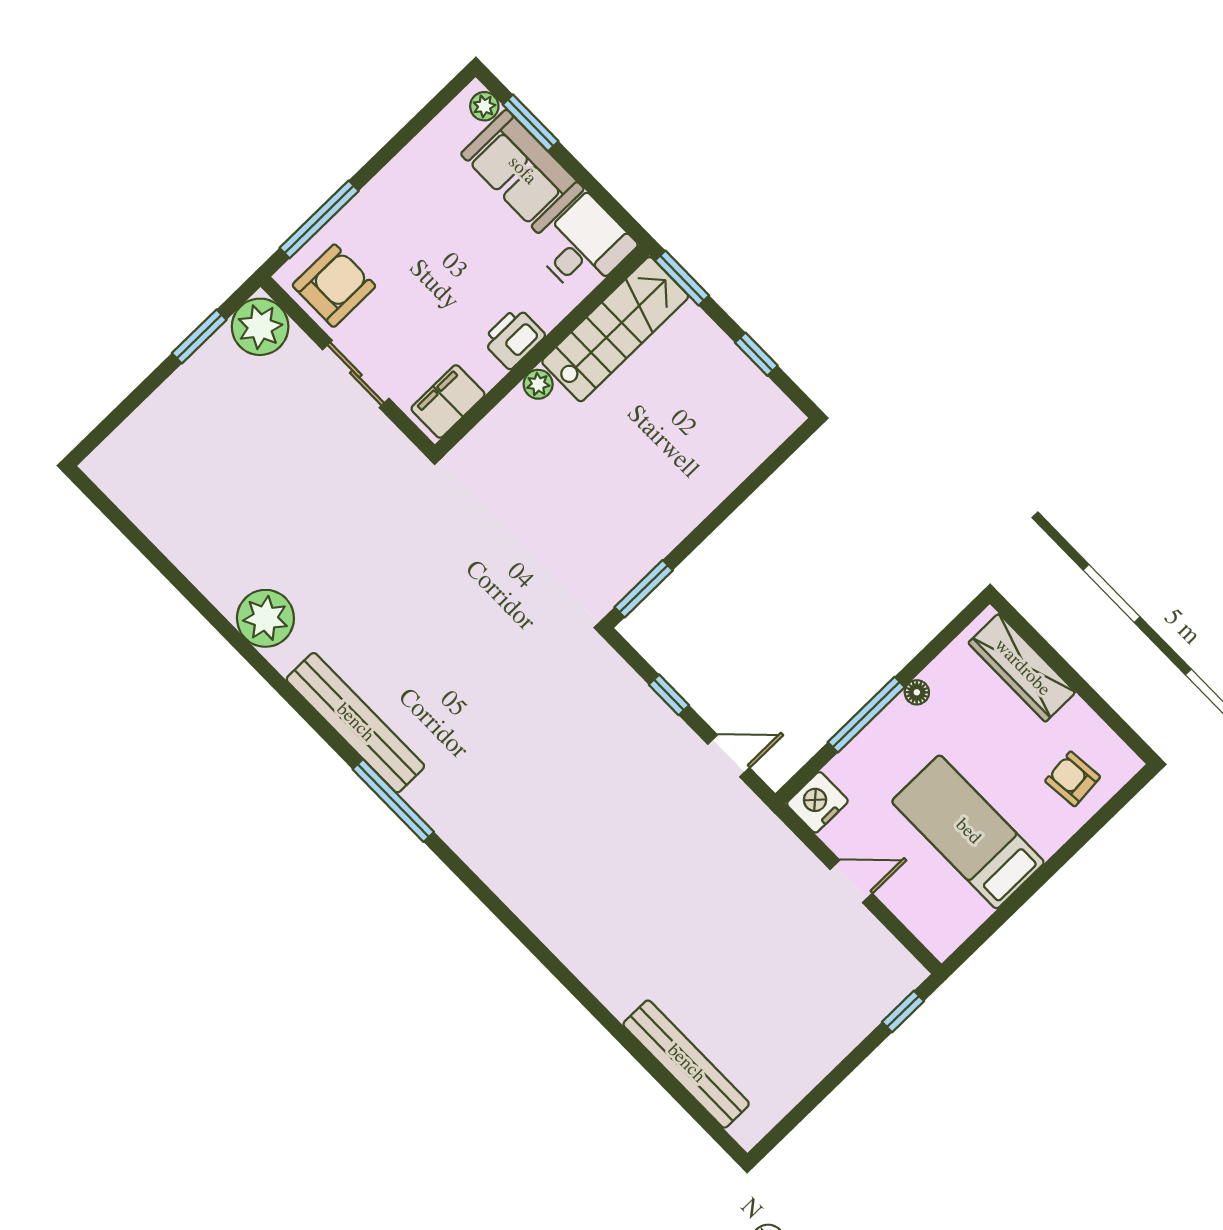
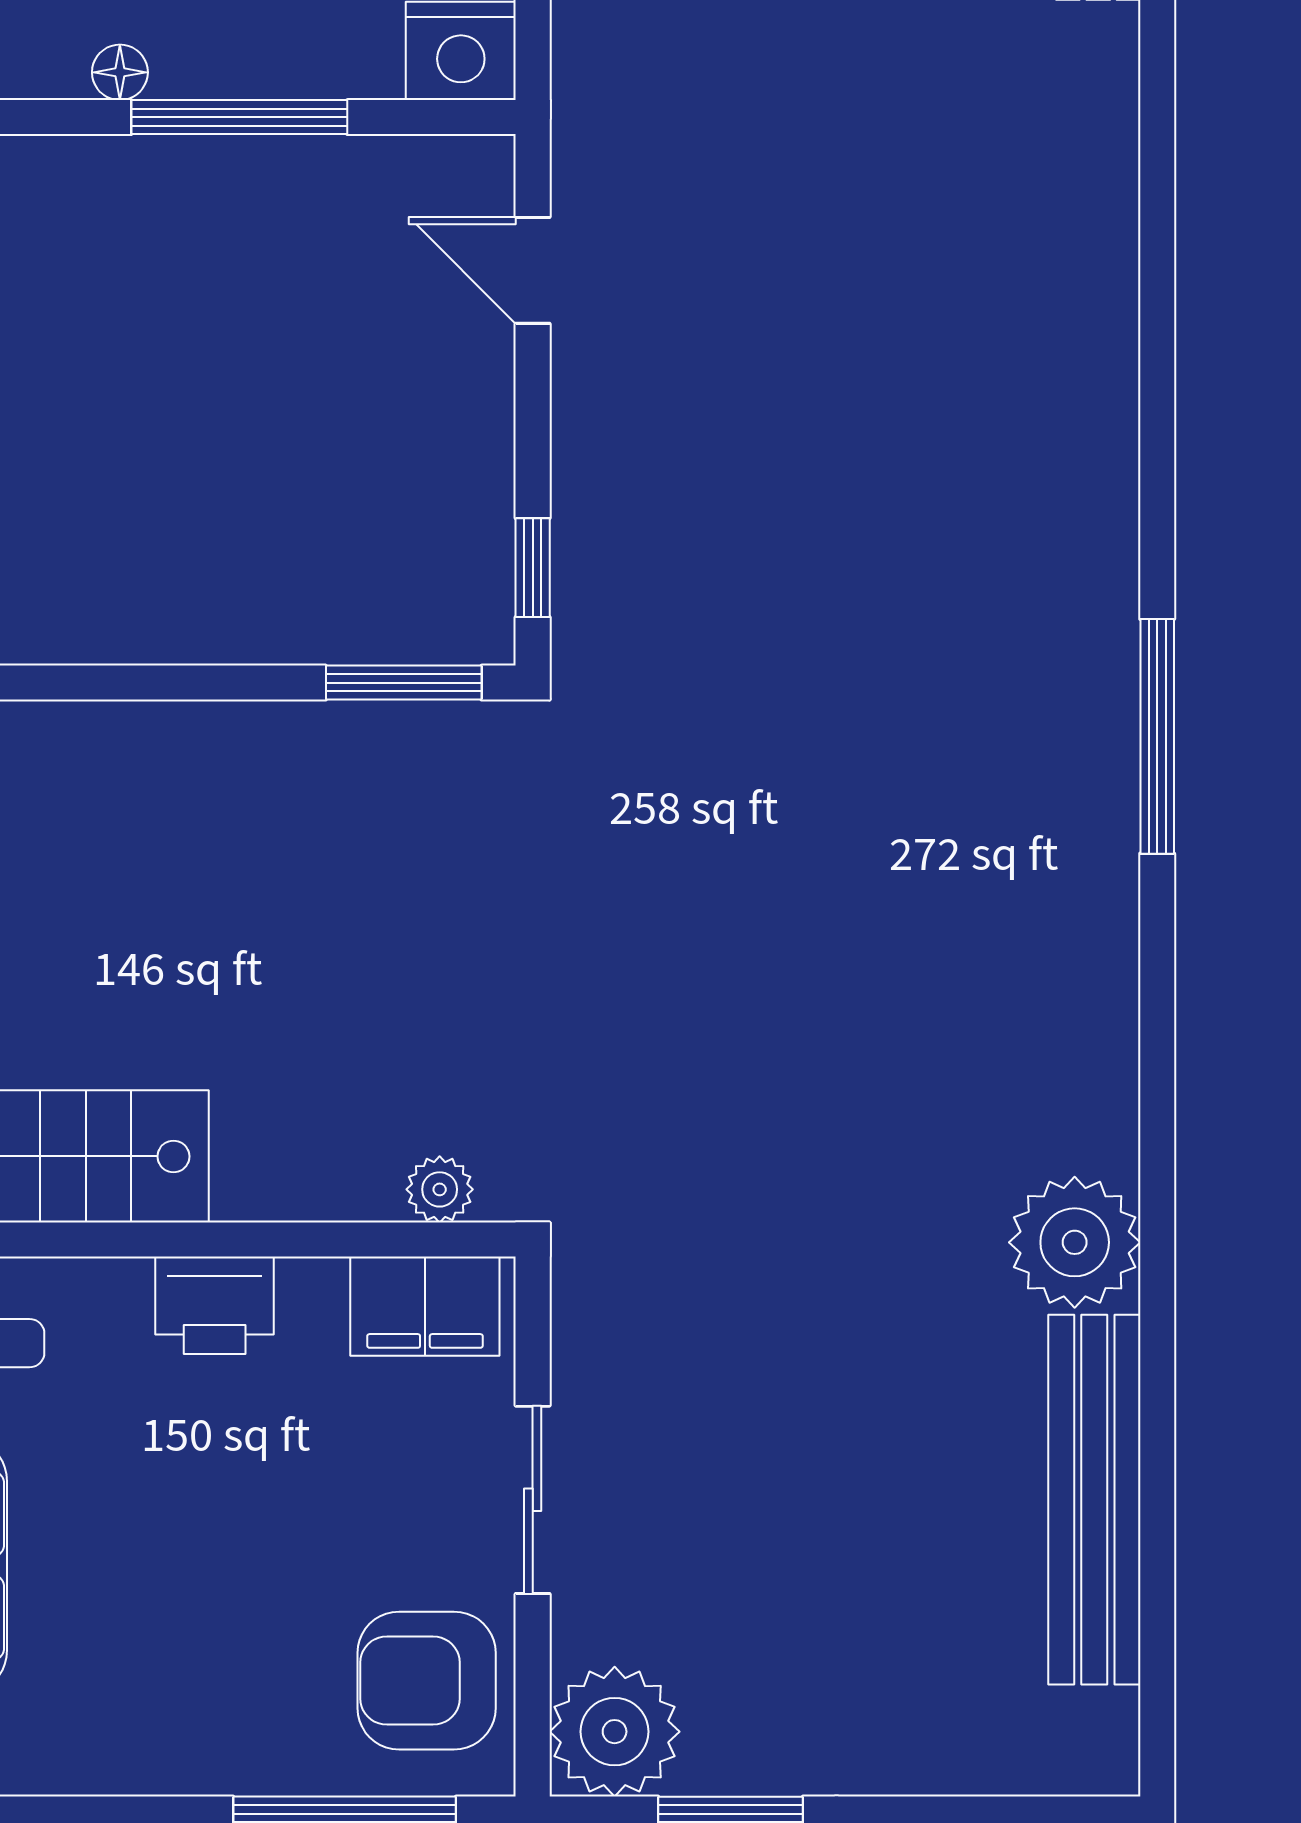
plant: (538, 384) -> (440, 1189), moved
window: (669, 695) -> (533, 568), moved
bench: (355, 723) -> (1094, 1500), moved

